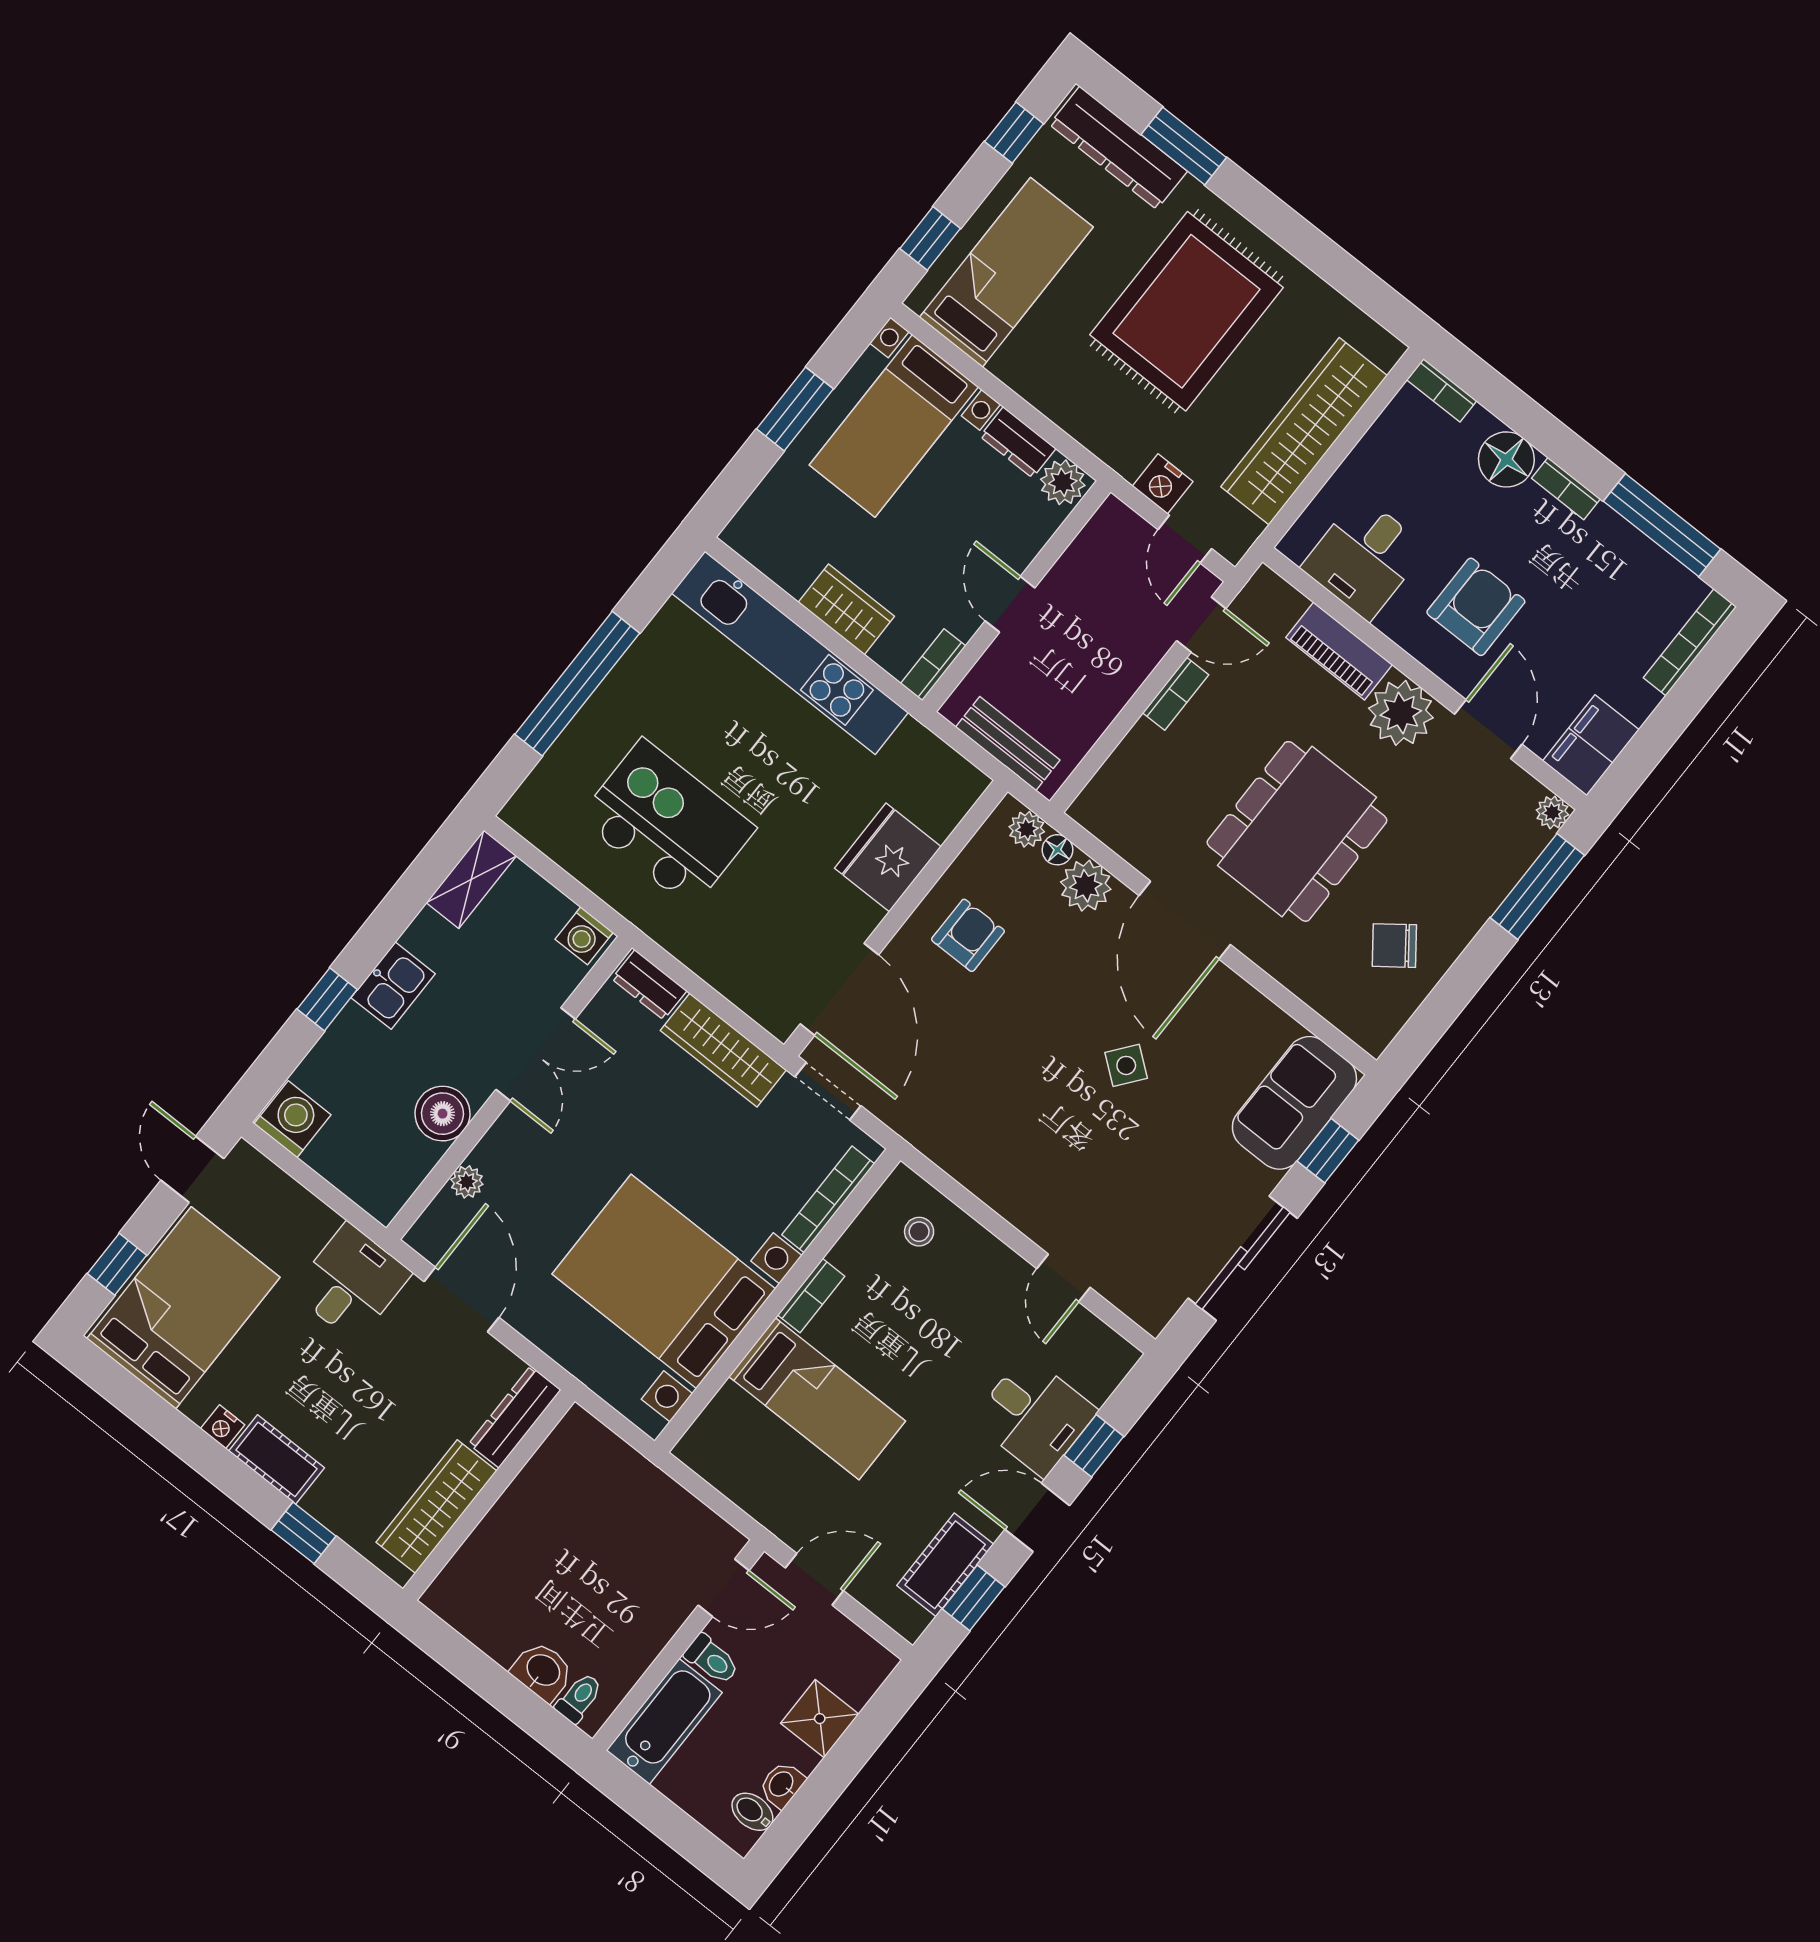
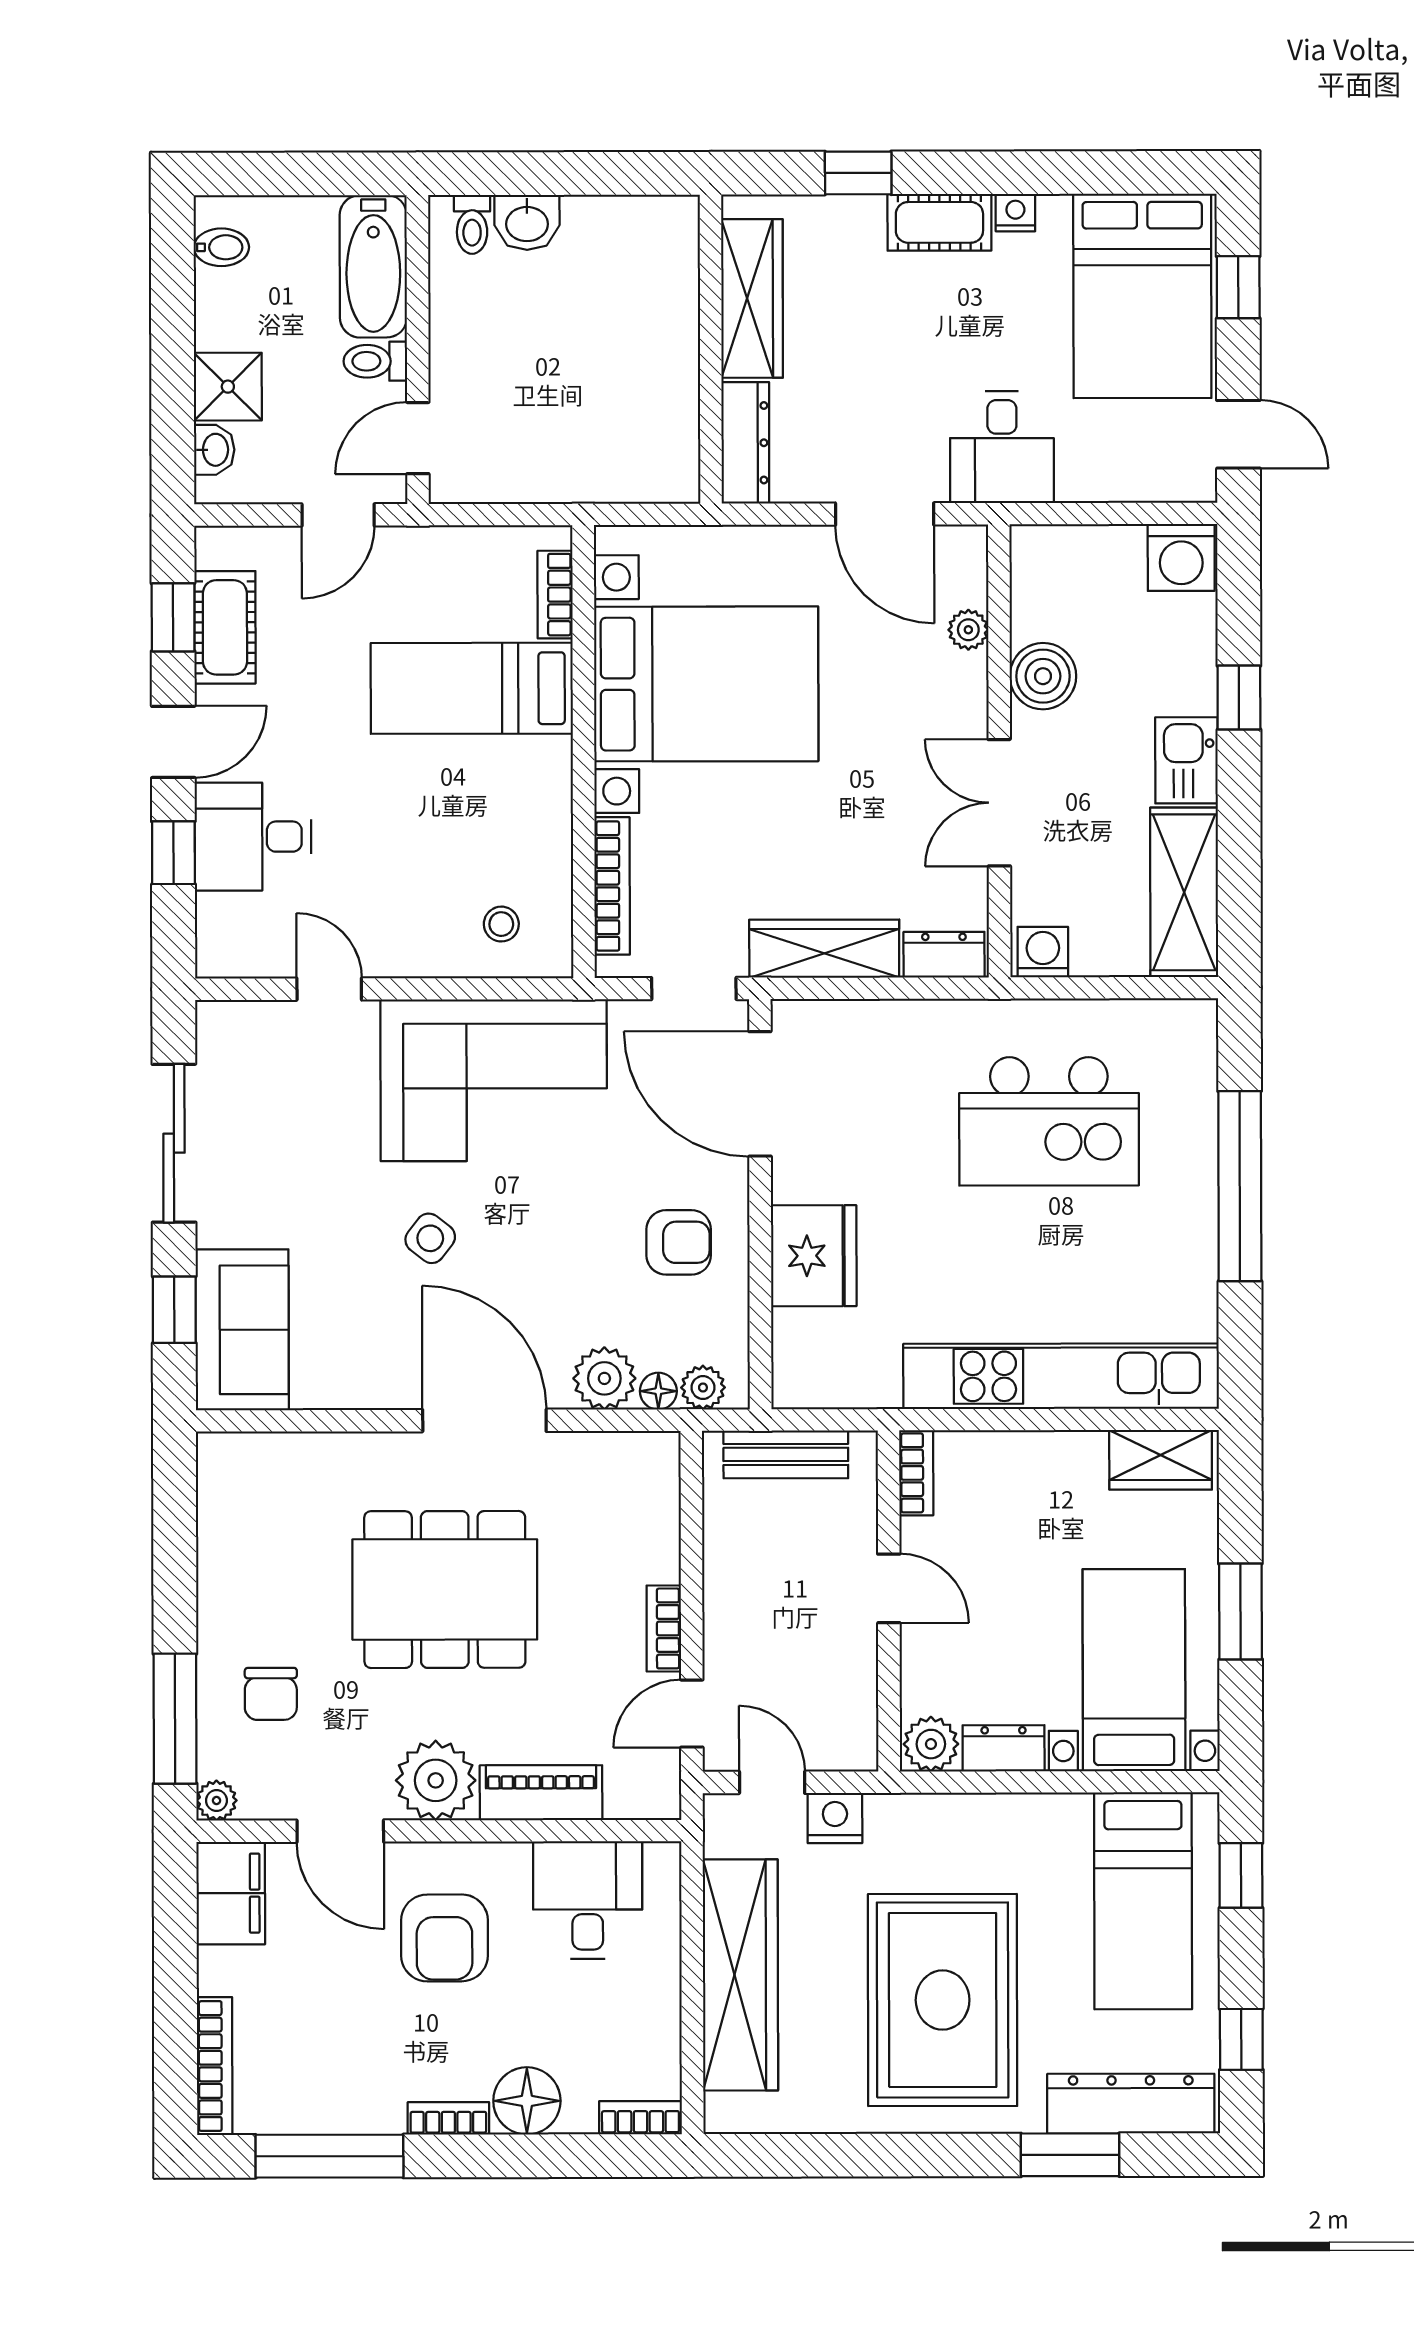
wardrobe: (846, 609) -> (1161, 1460), moved
dining table: (1297, 831) -> (445, 1589), turned 90
shelving: (471, 879) -> (1184, 892), width x1.50, depth x1.33
armchair: (968, 935) -> (679, 1242), turned -90
chair: (1394, 946) -> (271, 1694), moved, turned 127
corner sofa: (1004, 1135) -> (494, 1080), added
bookcase: (811, 1296) -> (555, 595), moved
washbasin: (782, 1785) -> (214, 450), moved

